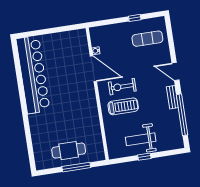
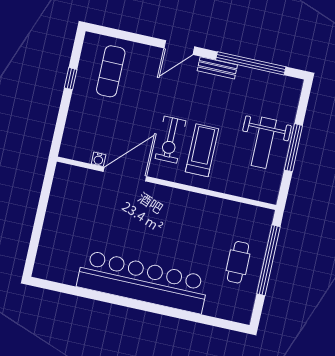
bar counter: (33, 75) -> (143, 282), moved
cafe table: (69, 151) -> (238, 262), width x0.73, depth x0.74
window: (144, 157) -> (293, 148), width x2.17
window: (76, 167) -> (268, 260), width x1.46

